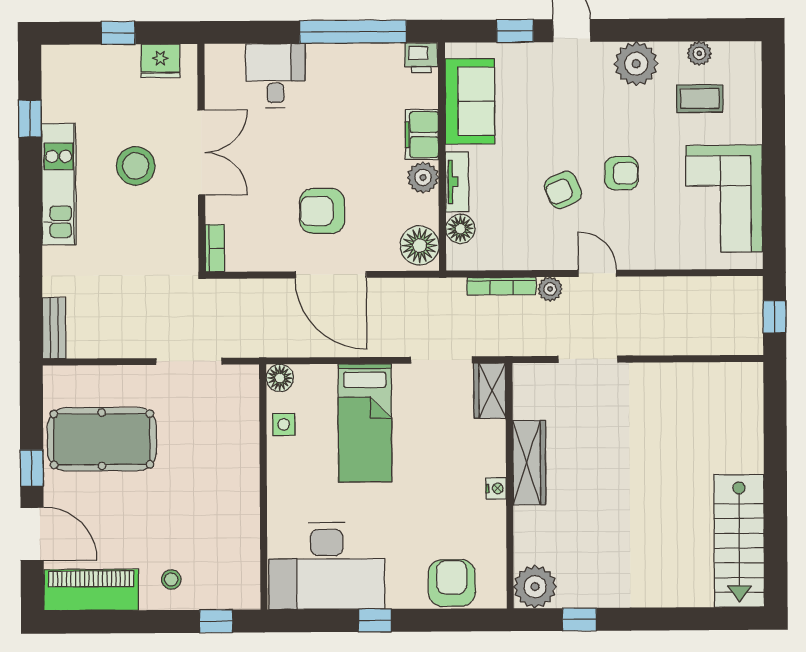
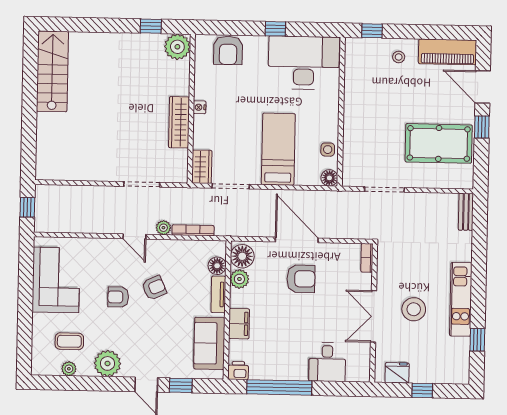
plant: (423, 177) -> (239, 279), moved

